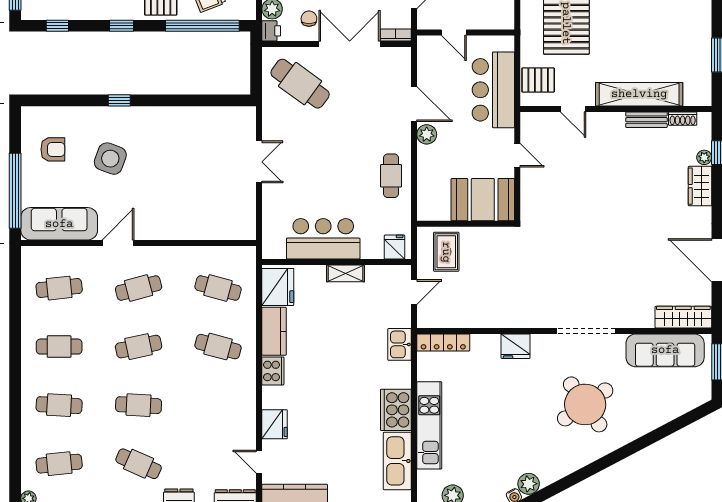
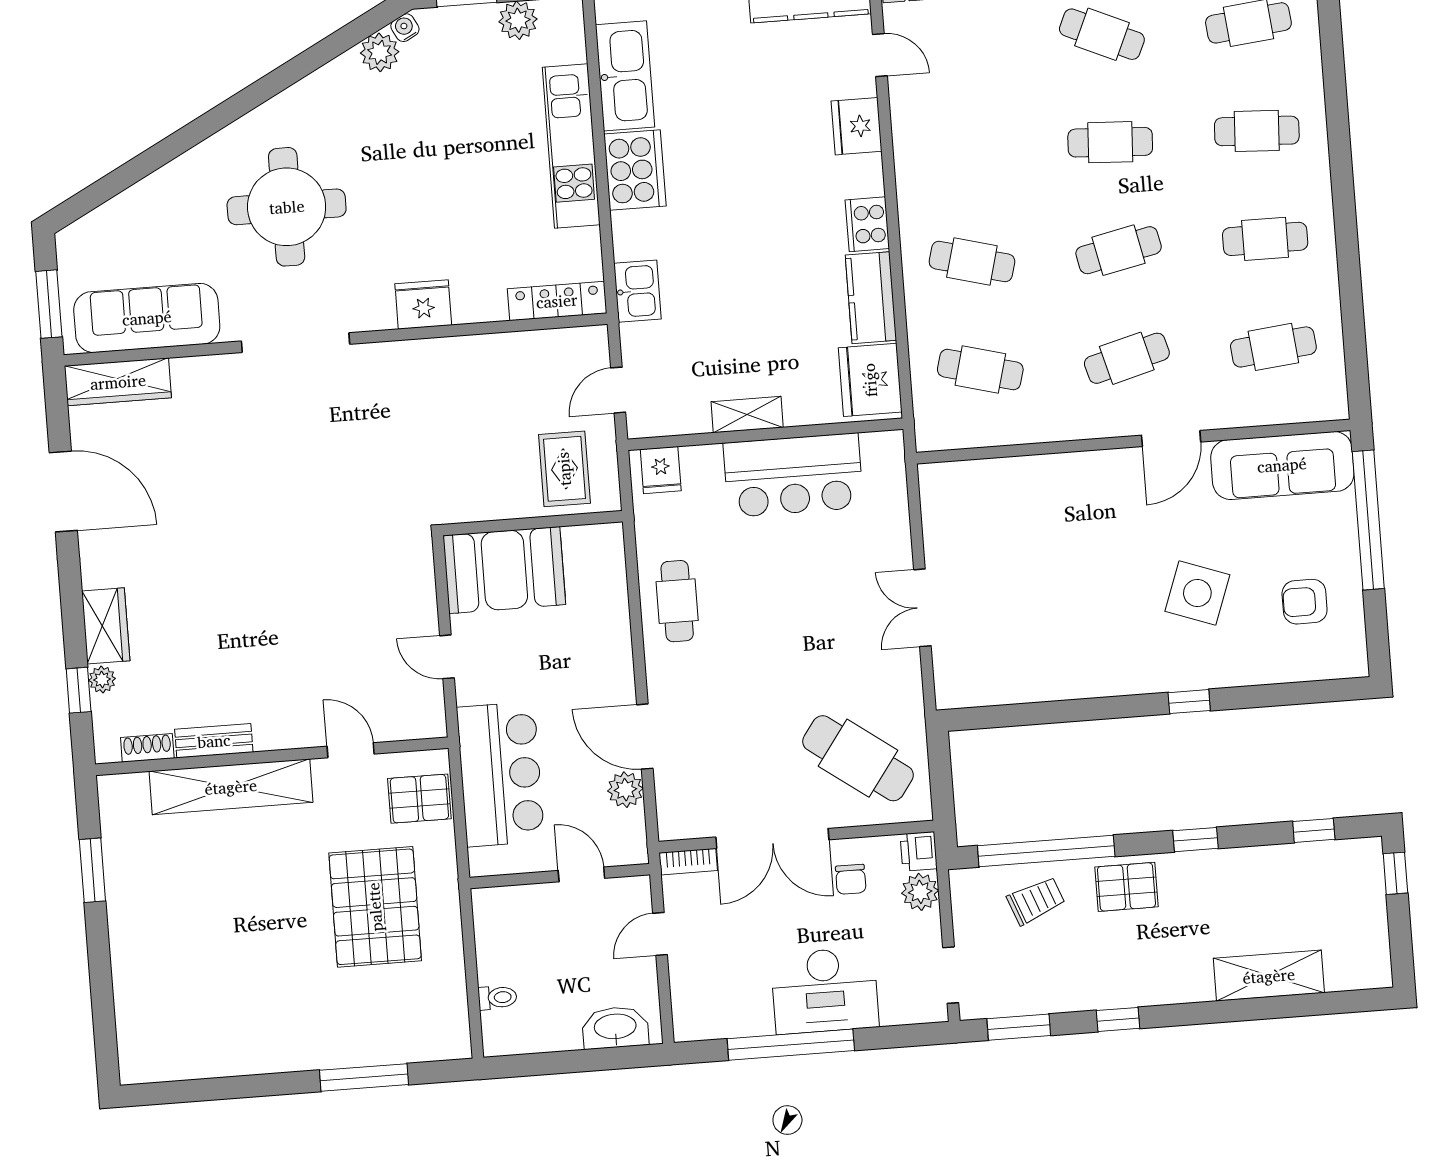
plant: (427, 134) -> (625, 790), moved
round table: (585, 404) -> (287, 207), turned 35

